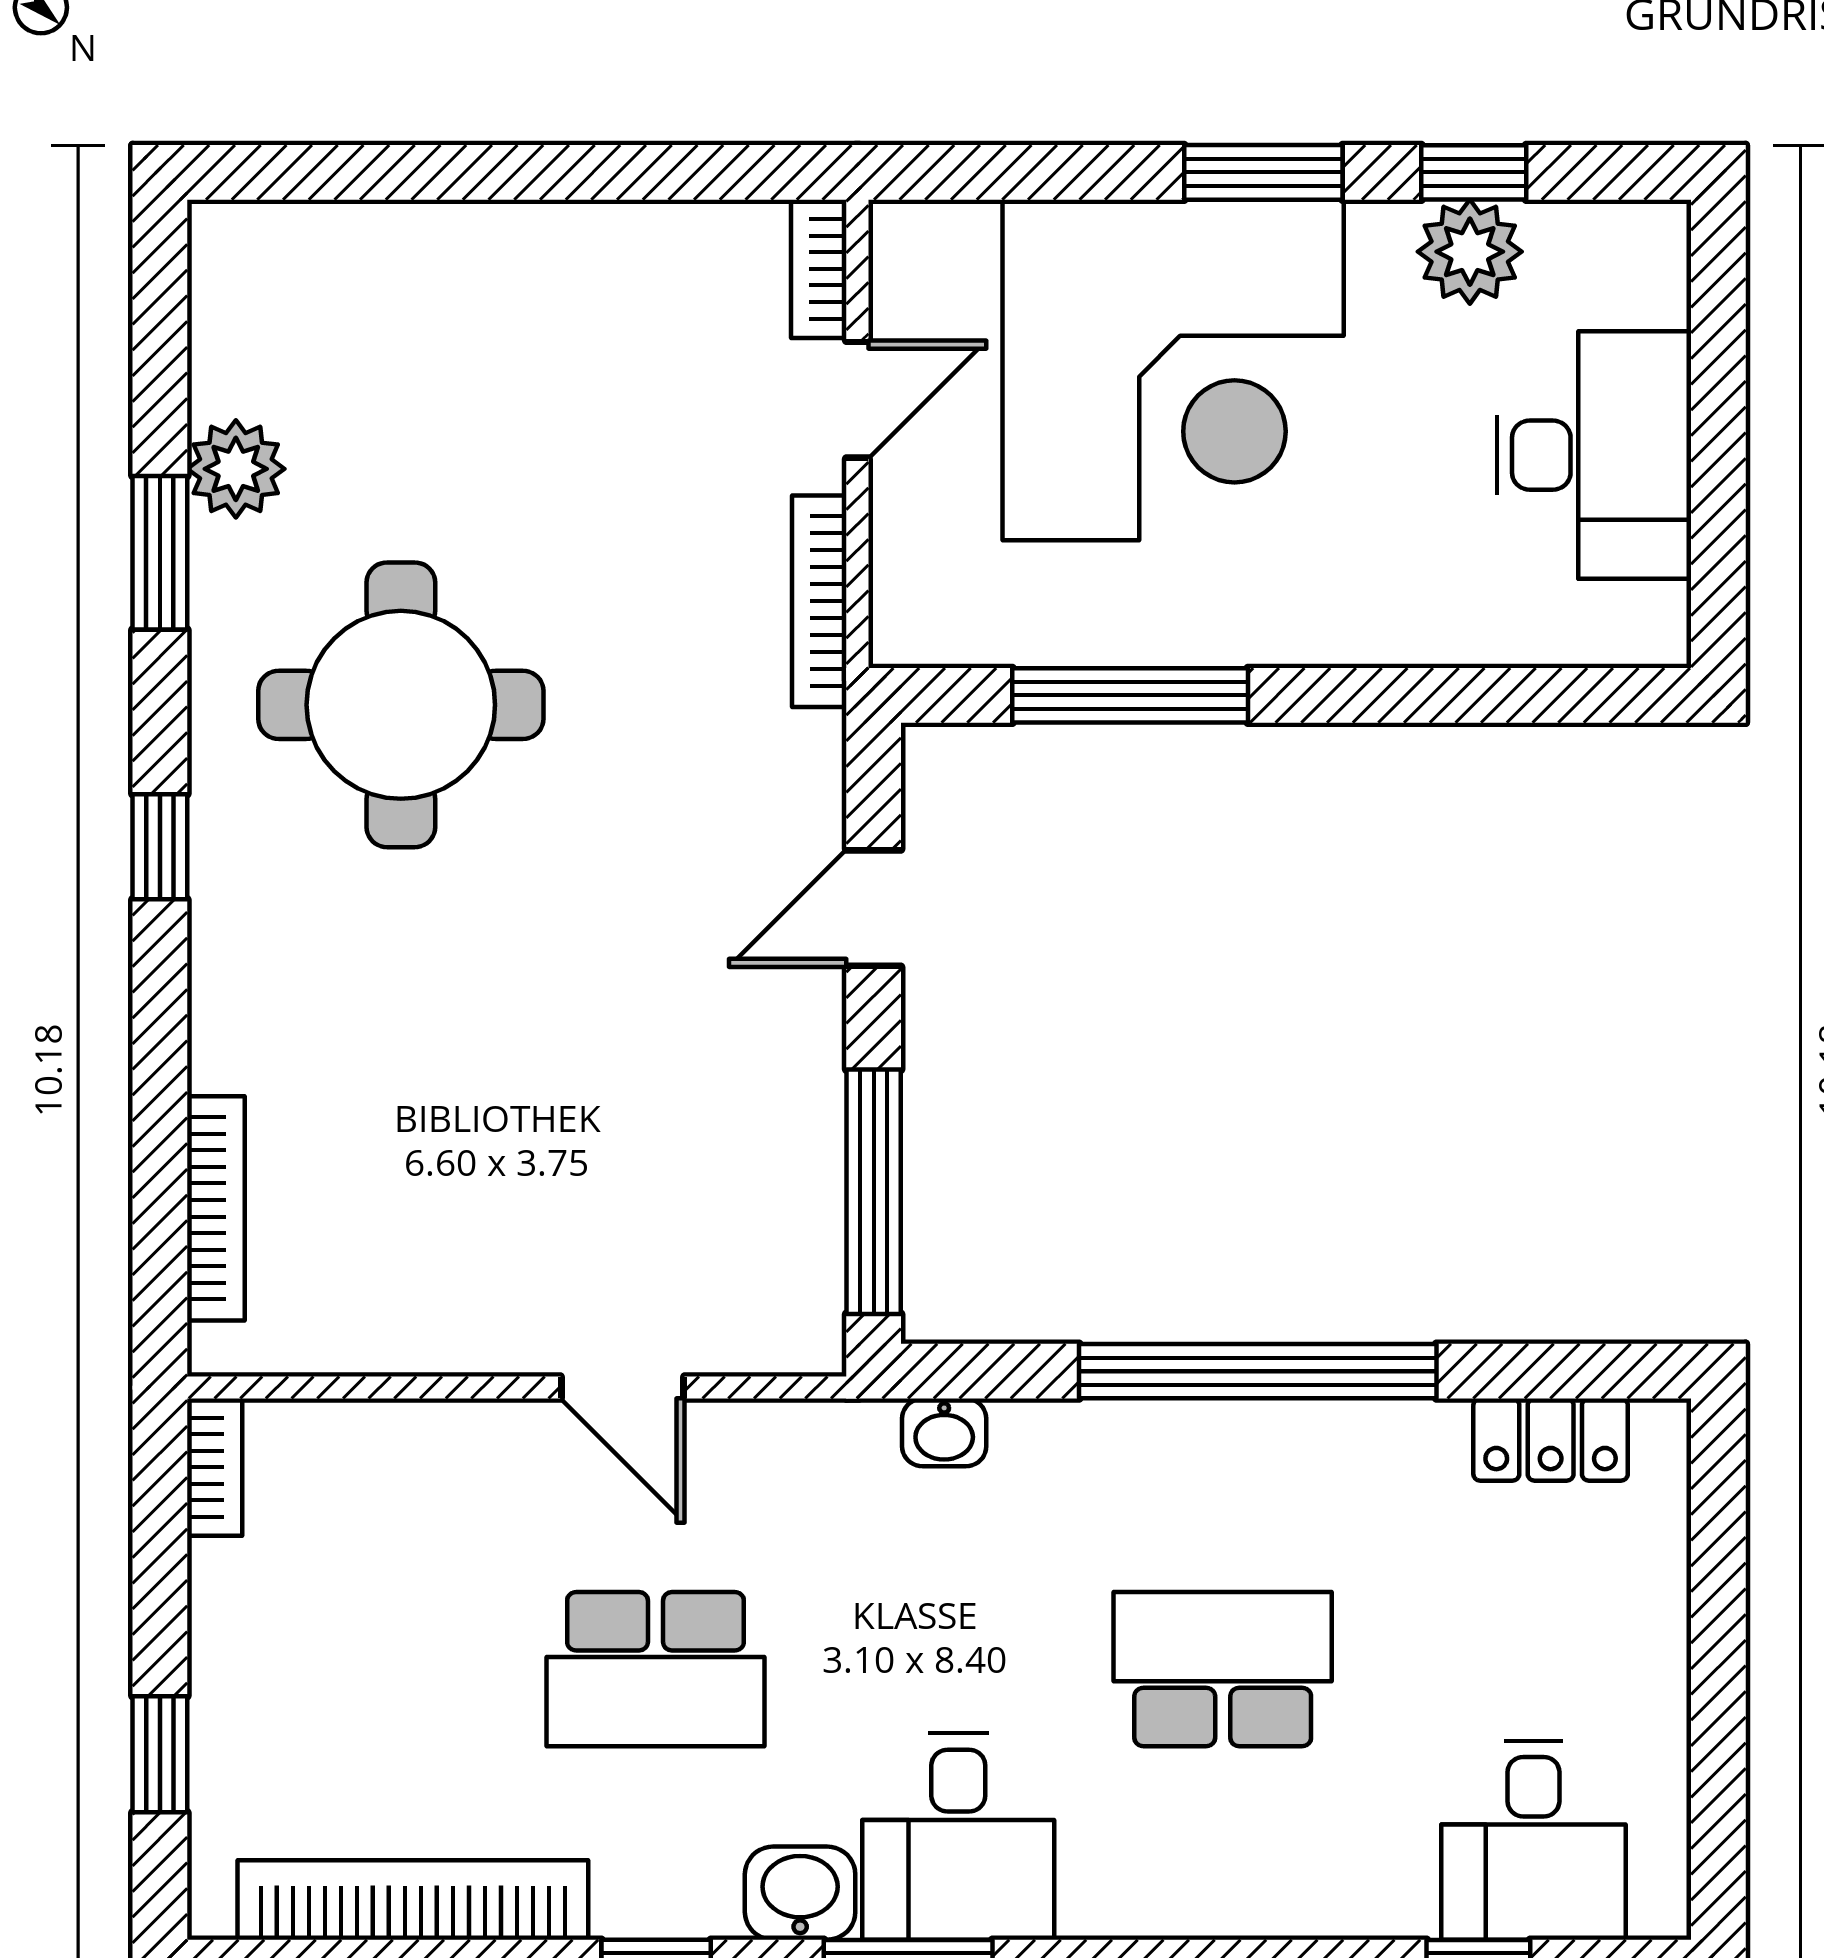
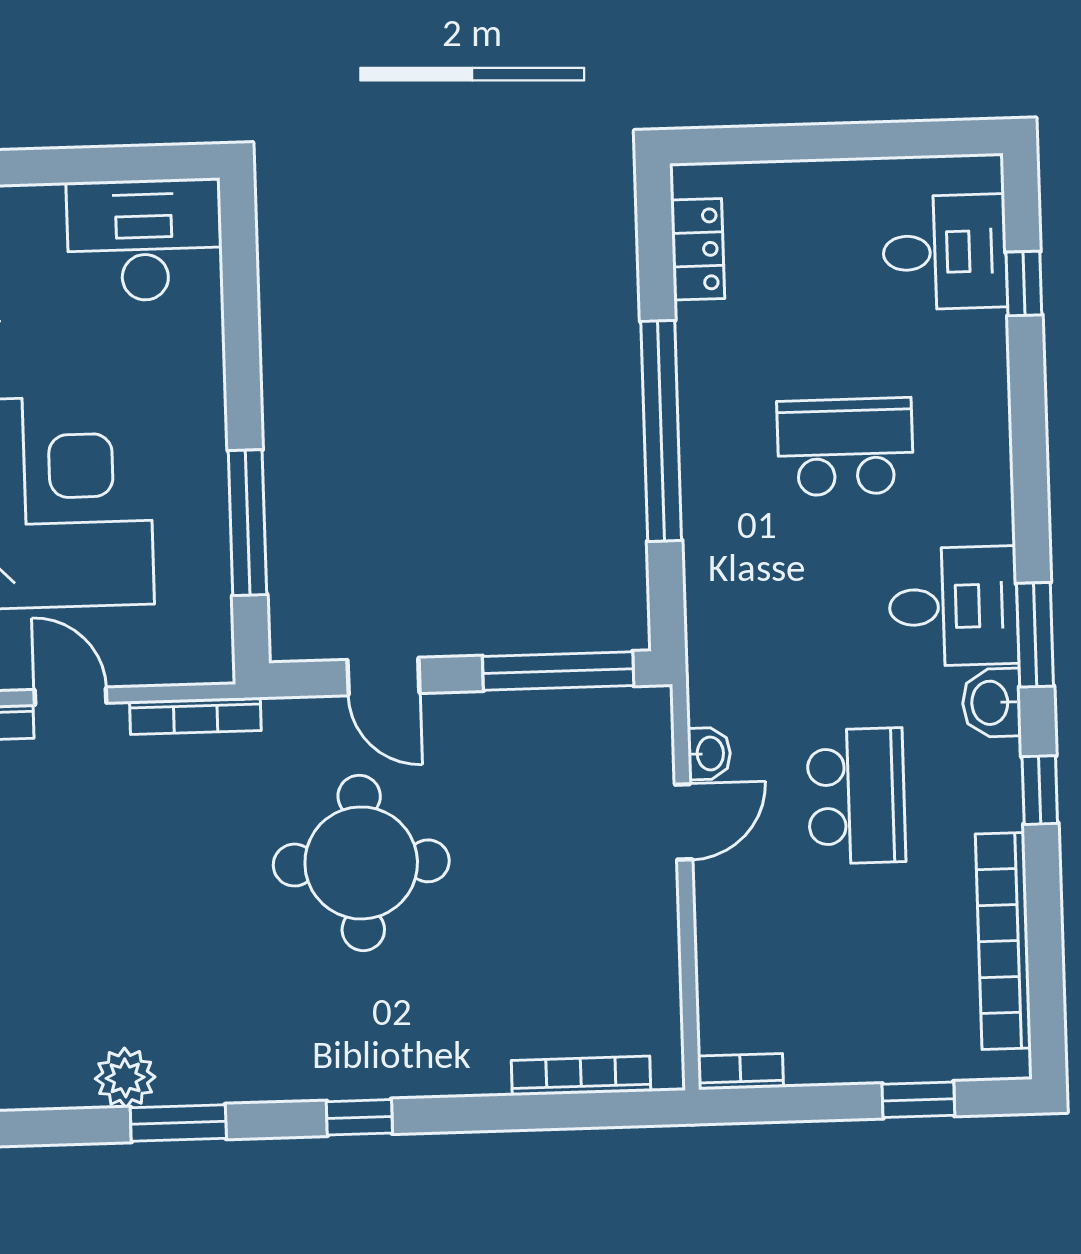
desk: (1594, 455) -> (144, 240), moved
round table: (401, 705) -> (361, 863), moved
washbasin: (944, 1432) -> (709, 754), moved
school desk: (1223, 1669) -> (845, 447), turned 90

